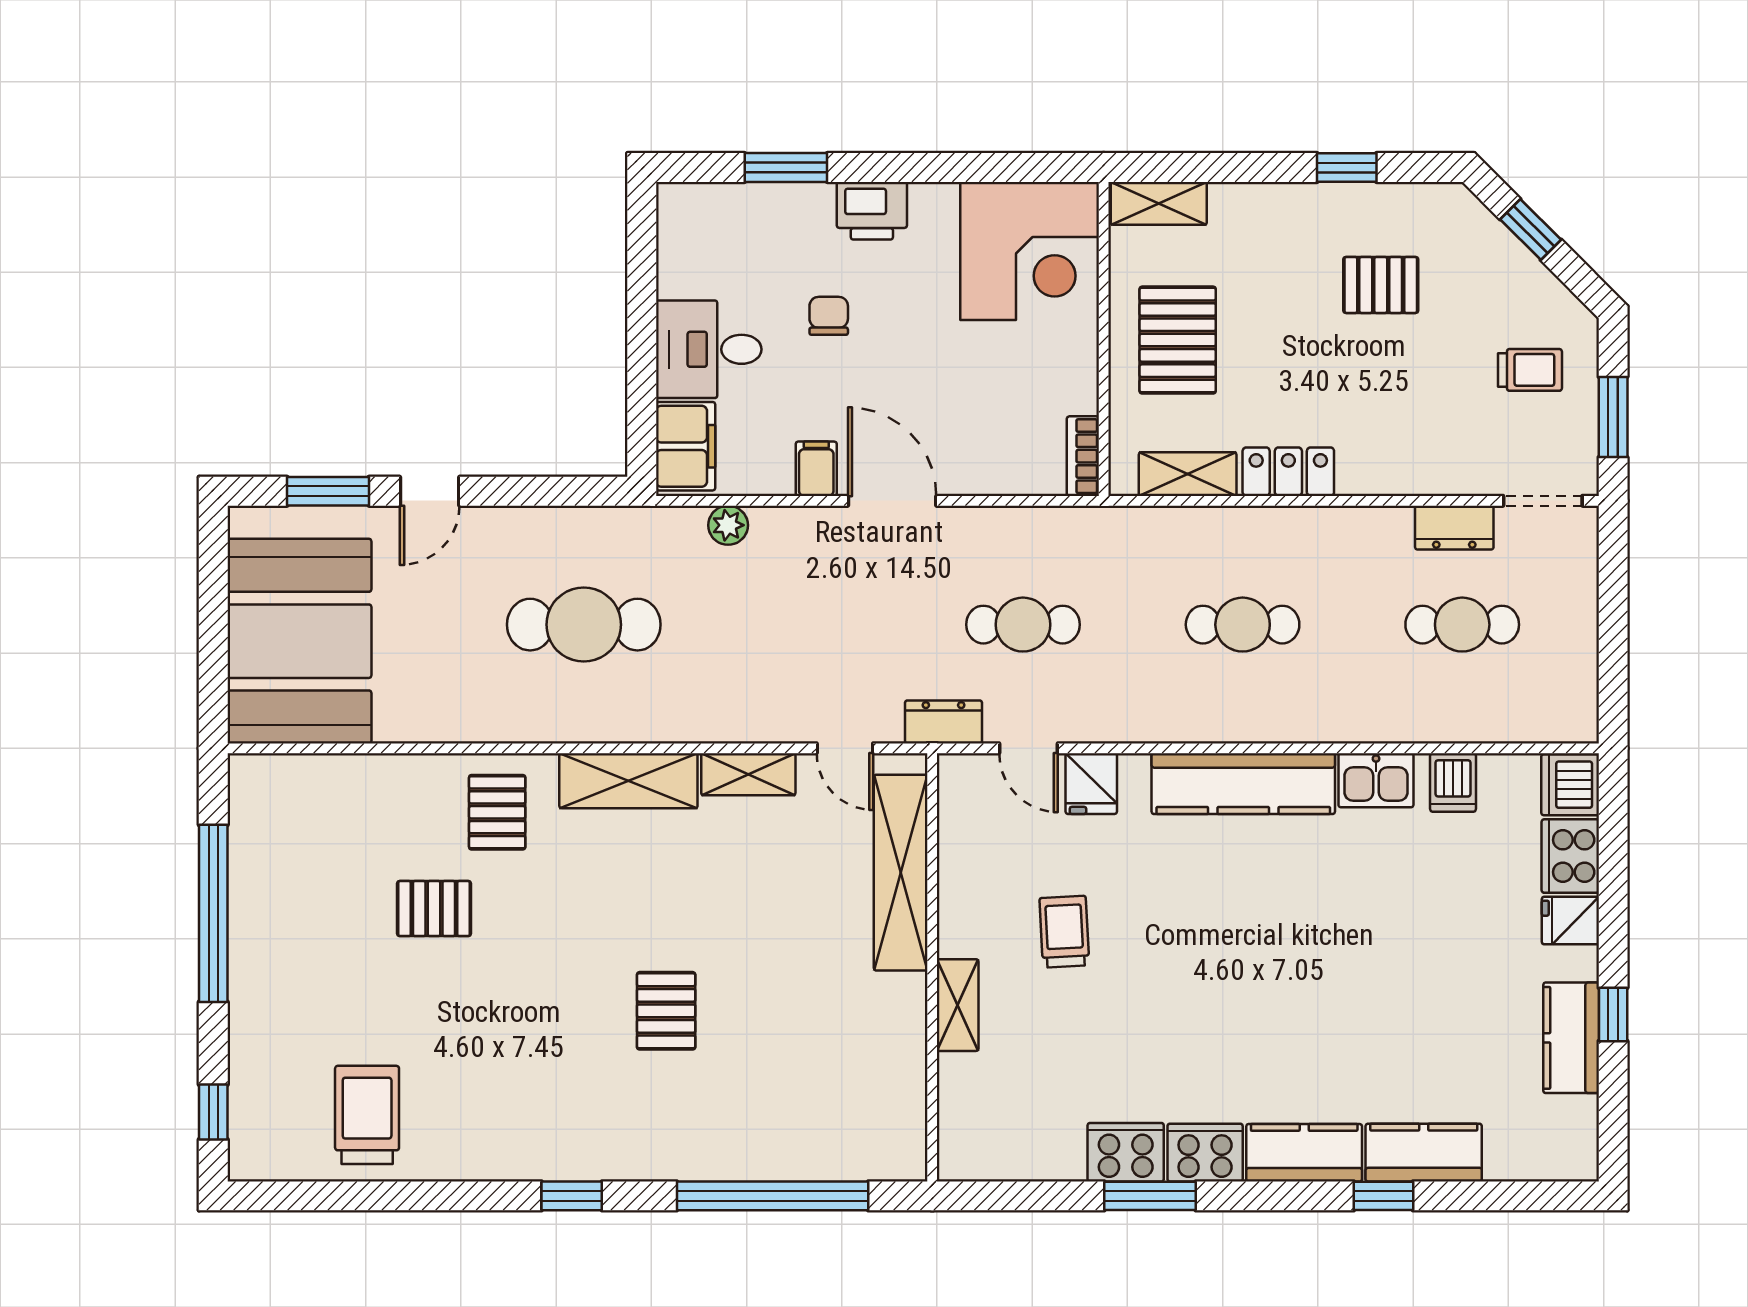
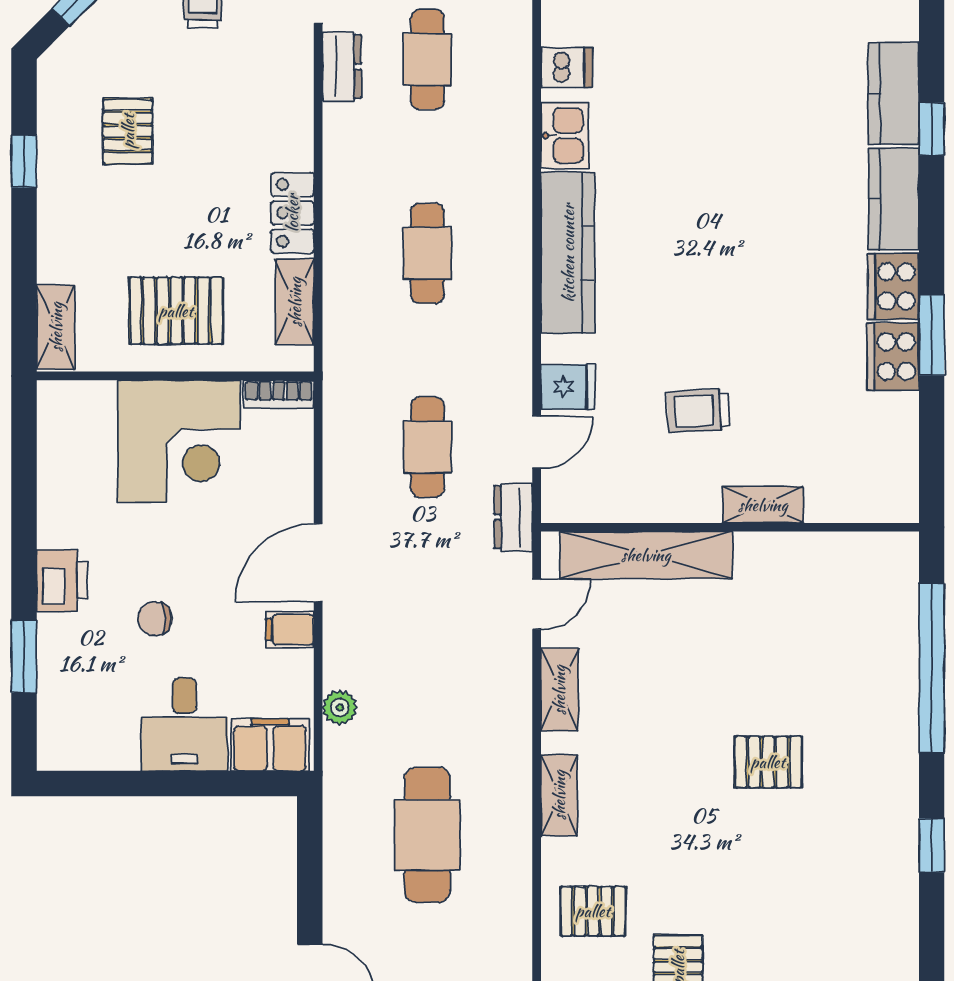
corner desk: (1030, 251) -> (179, 441), moved, turned 90
shelving: (628, 781) -> (559, 795), width x0.67, depth x0.75

